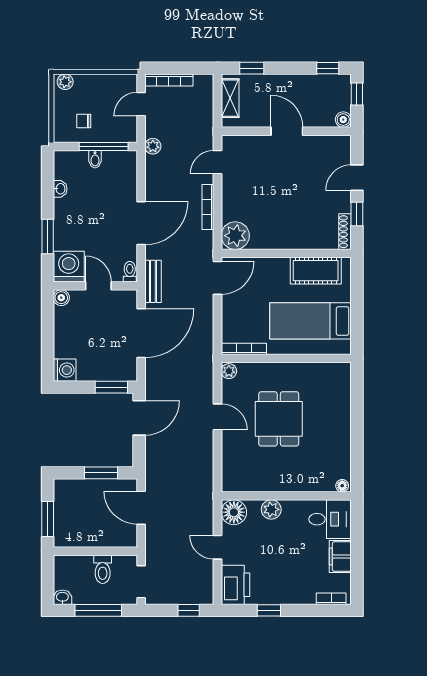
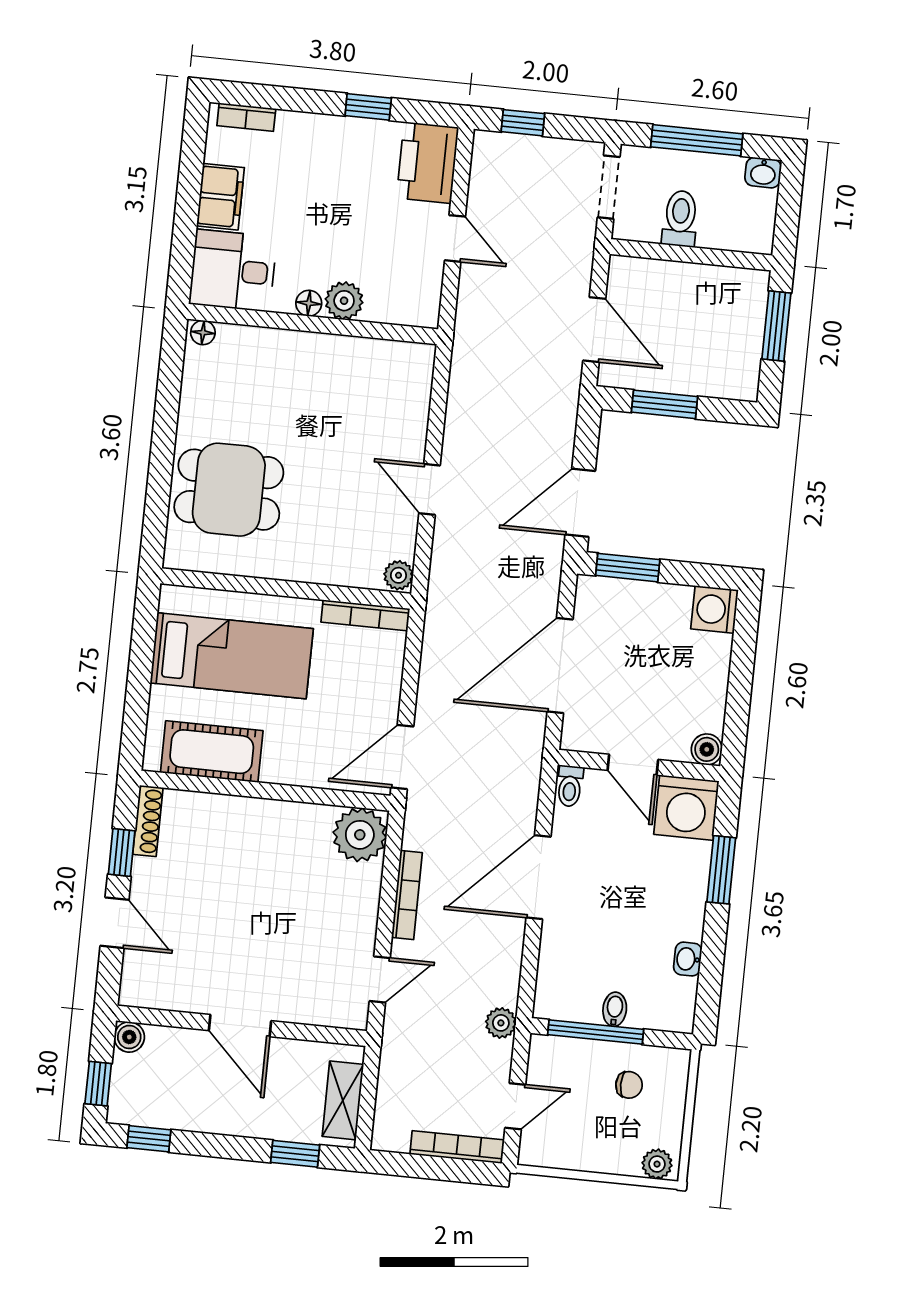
door: (357, 178) -> (114, 923), hinge flipped
bench: (153, 281) -> (527, 763), removed
dining table: (279, 419) -> (229, 490), moved, turned 90
floor lamp: (234, 512) -> (309, 303), moved, width x0.53, depth x0.53

